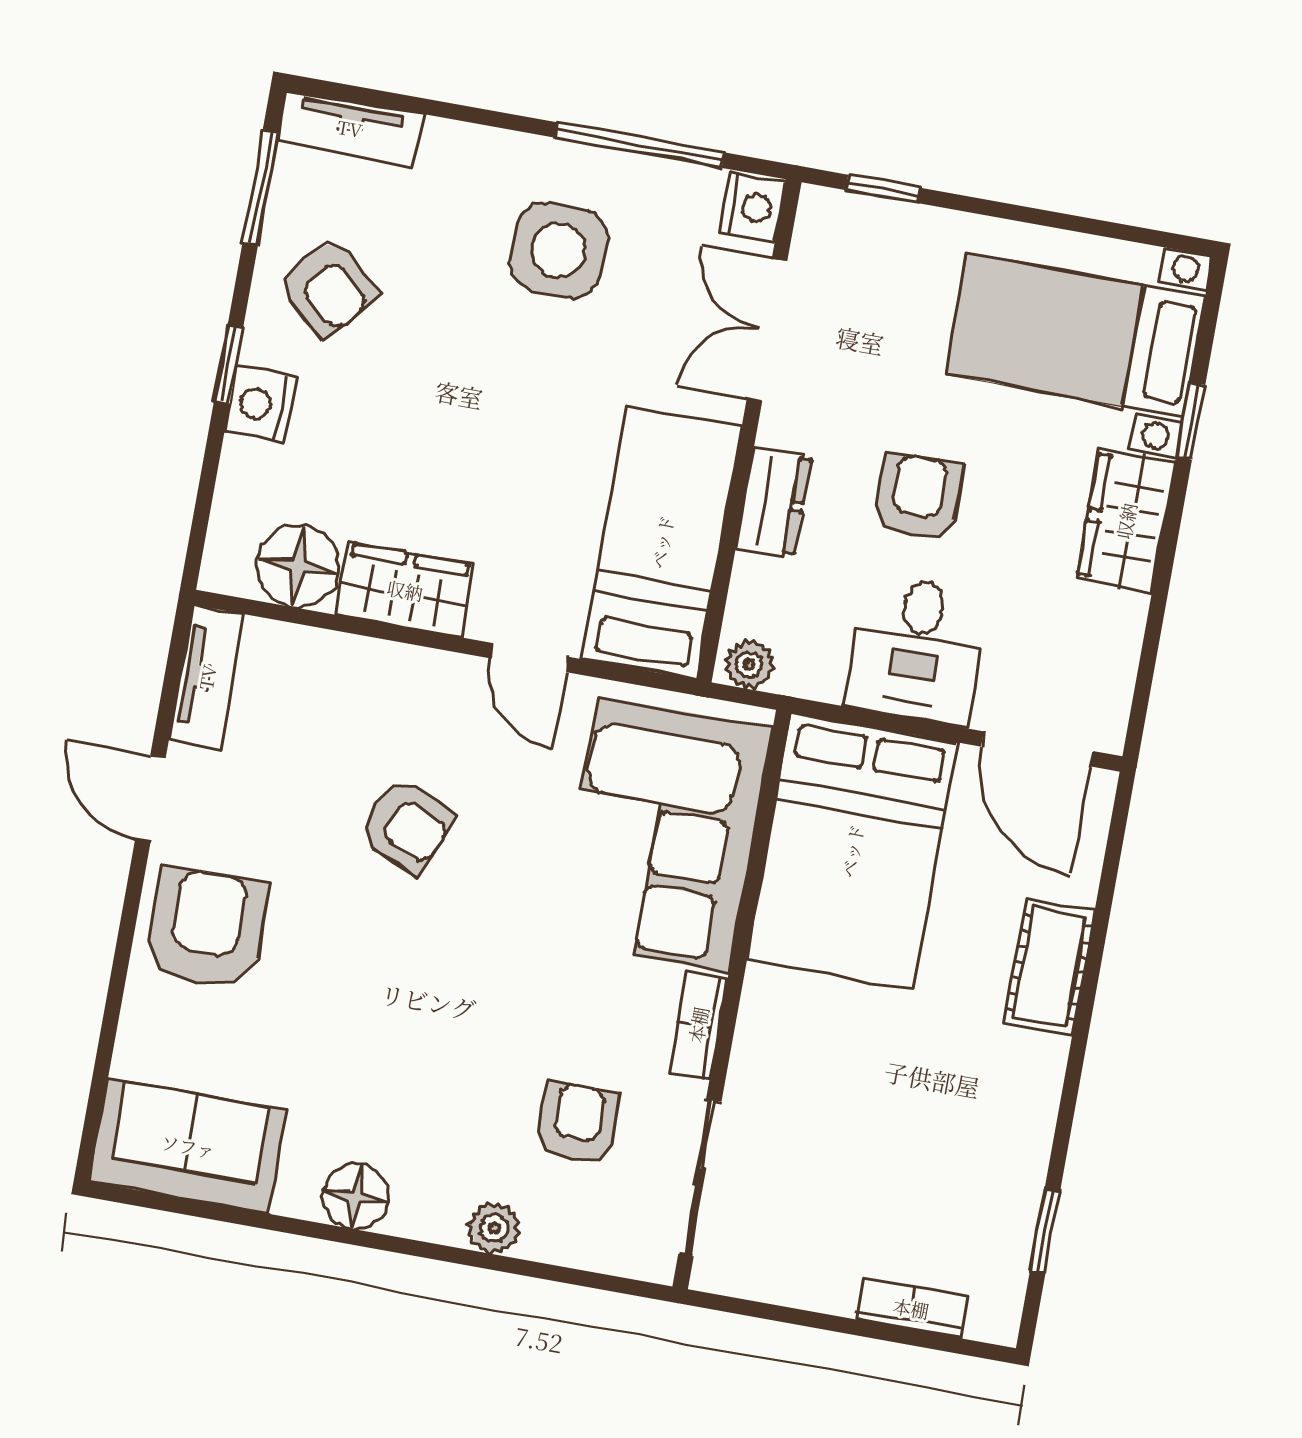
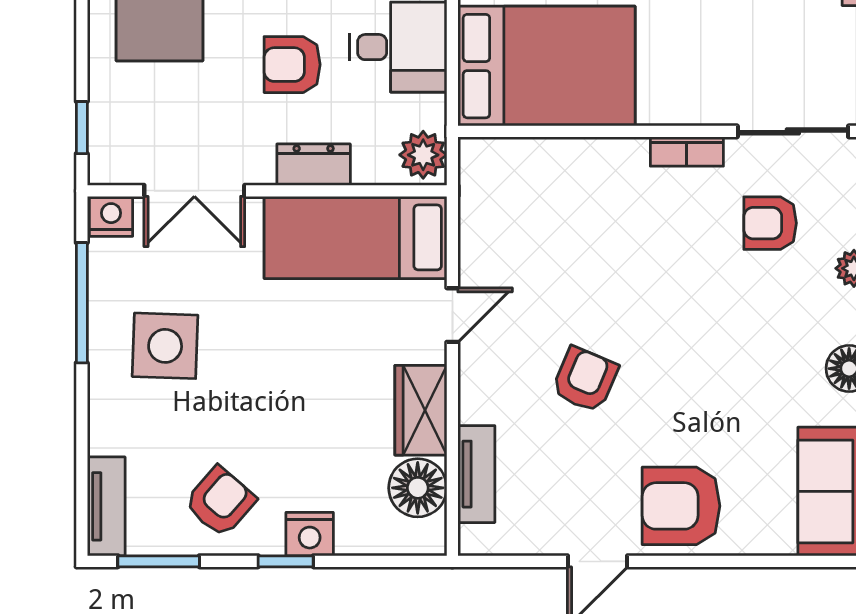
plant: (749, 664) -> (423, 155), width x1.38, depth x1.38
tv unit: (207, 677) -> (476, 474), moved, turned 90
corner sofa: (664, 834) -> (559, 200), removed

